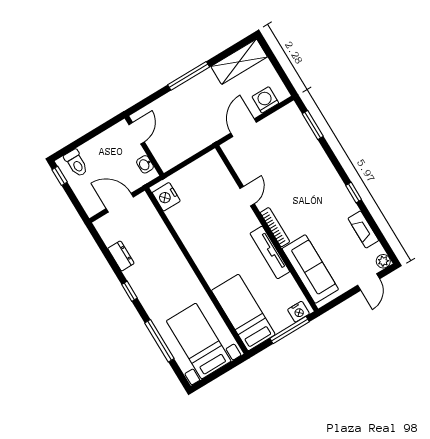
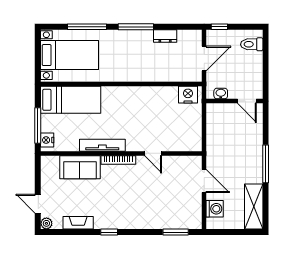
window: (60, 176) -> (219, 27), moved
sofa: (310, 269) -> (80, 167), width x0.73
window: (129, 291) -> (136, 27), width x2.17

